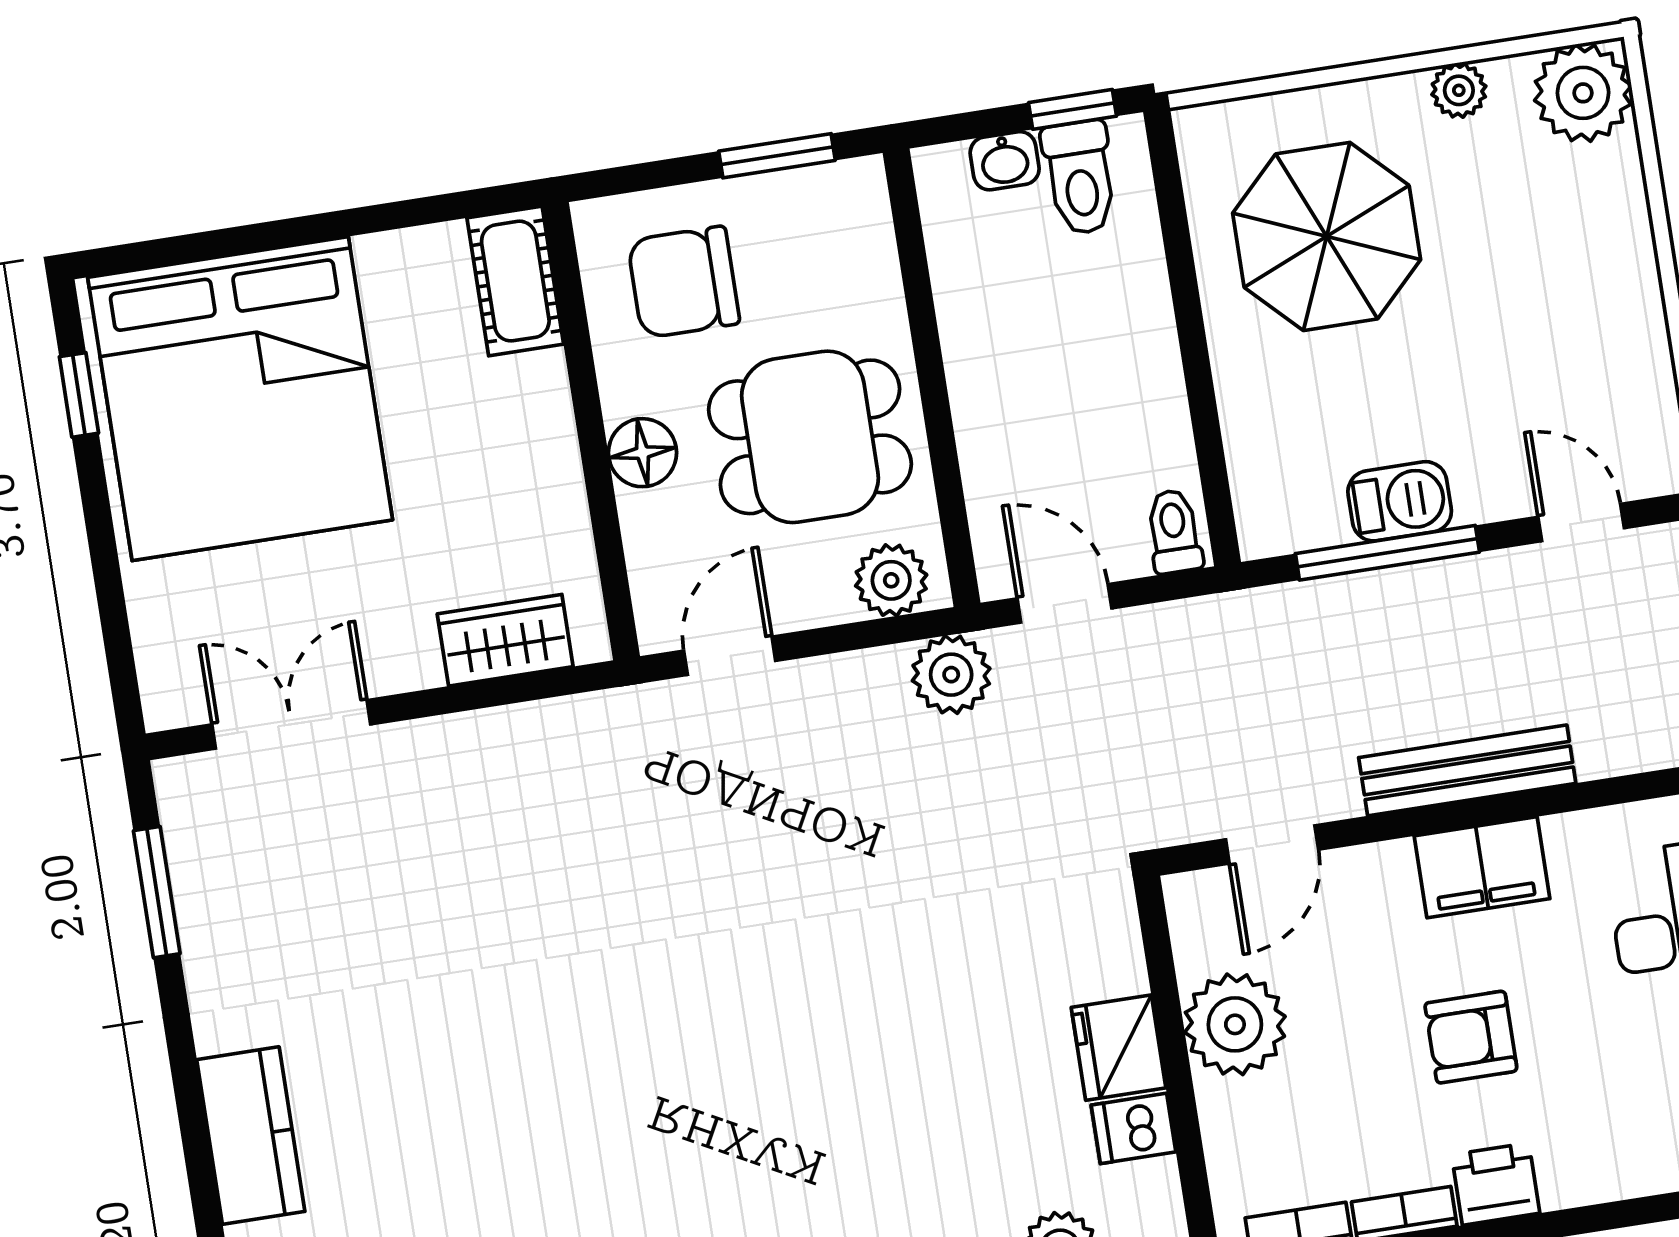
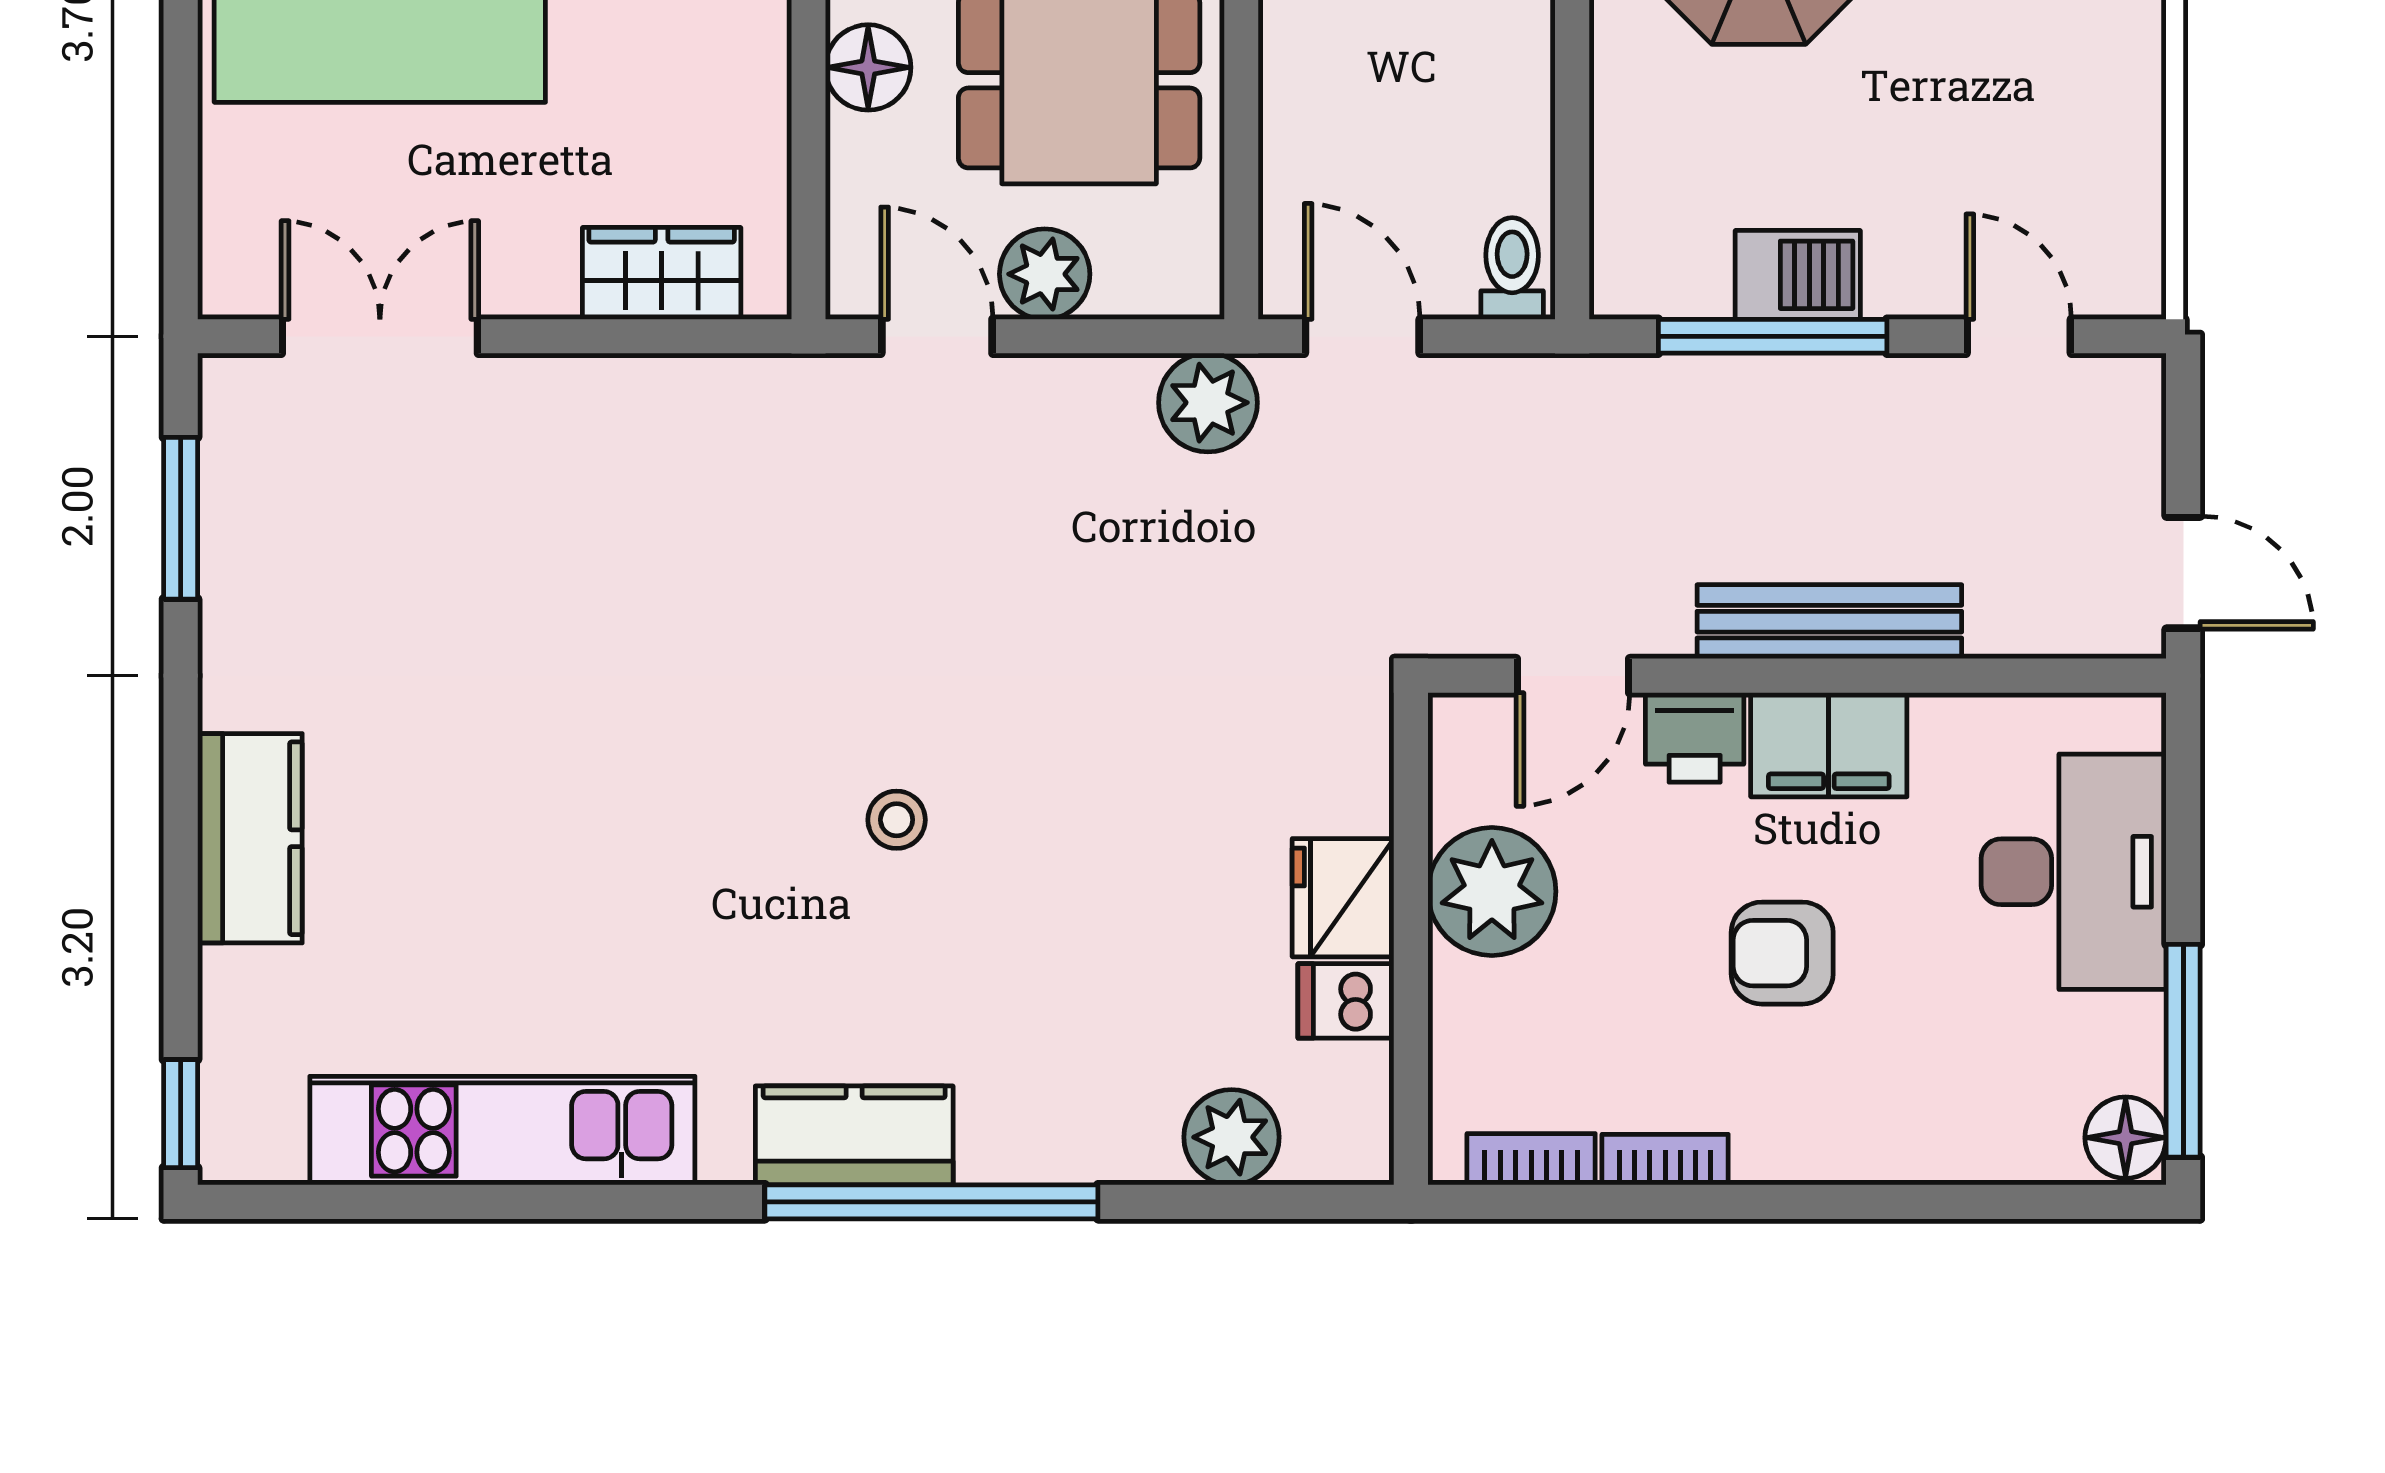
plant: (891, 580) -> (1045, 274), moved
door: (730, 656) -> (937, 336), hinge flipped
stool: (758, 1041) -> (897, 820), added
printer: (1496, 1184) -> (1695, 737), moved, turned 180

